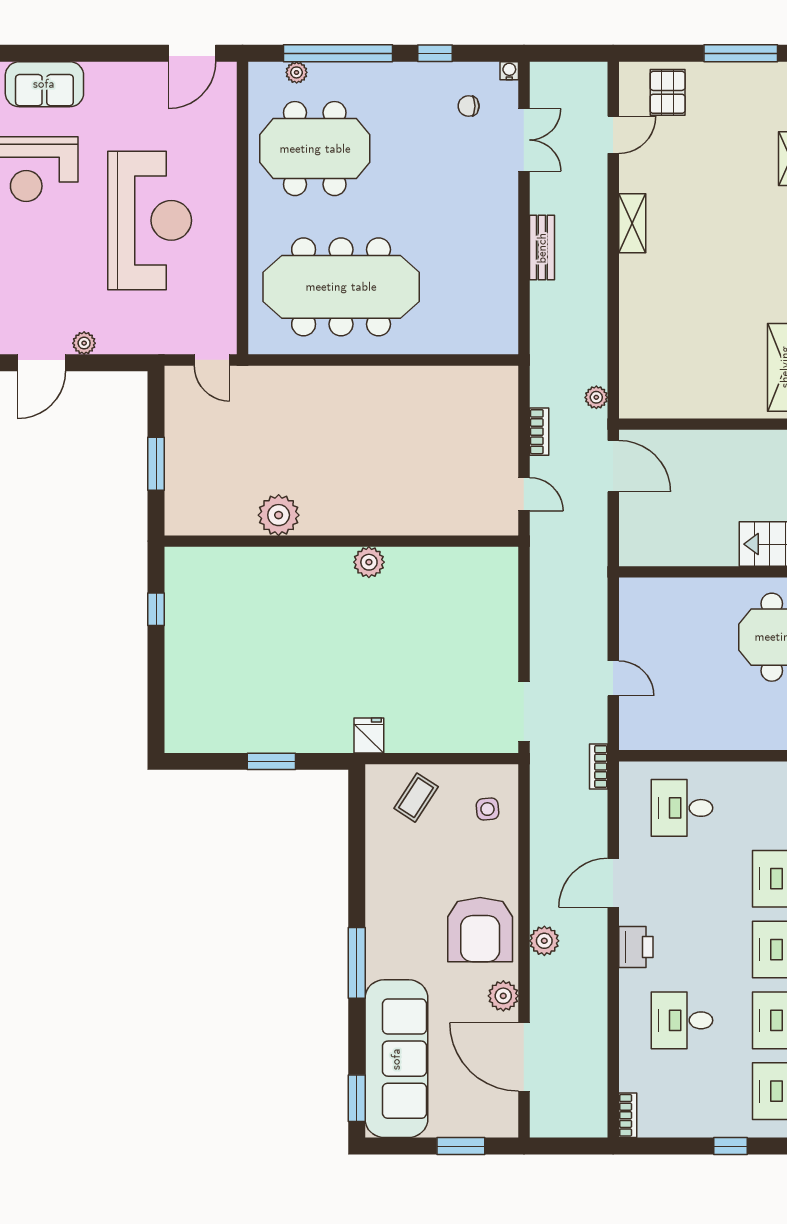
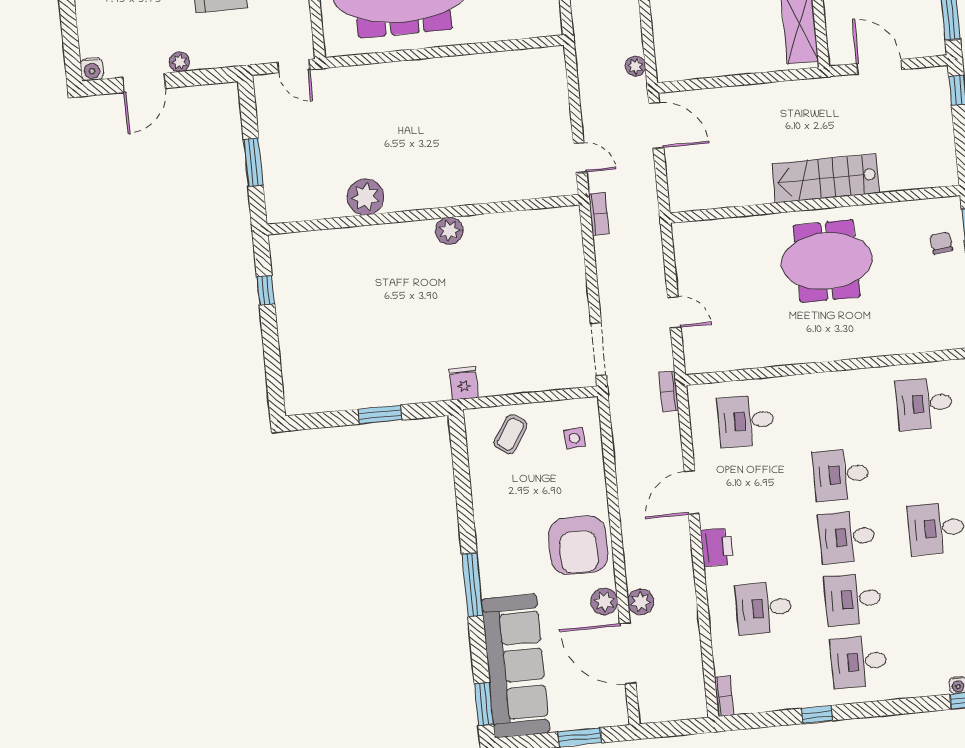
bookcase: (539, 432) -> (599, 214), moved
plant: (544, 941) -> (641, 602), moved

